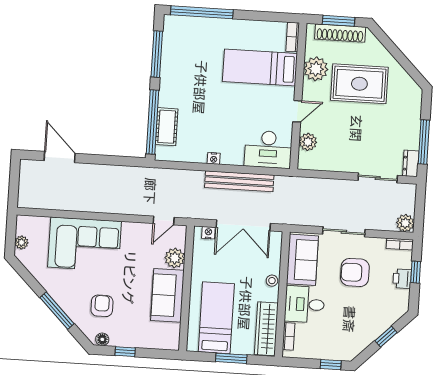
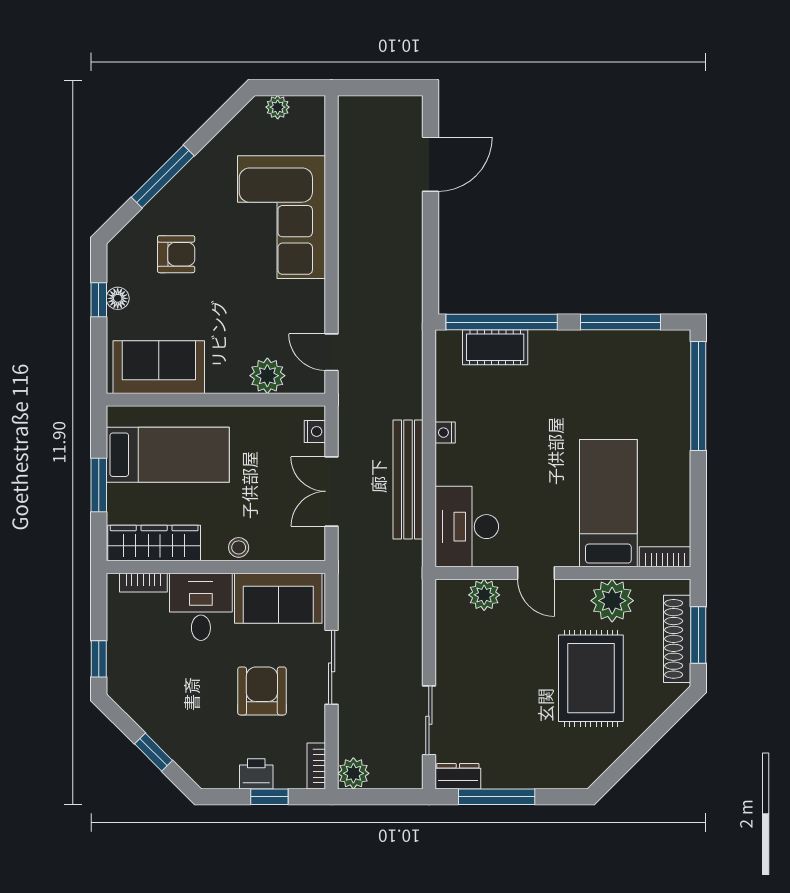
double door: (243, 225) -> (332, 491), width x0.73
sofa: (167, 295) -> (159, 367), moved
floor lamp: (102, 339) -> (118, 298), moved

